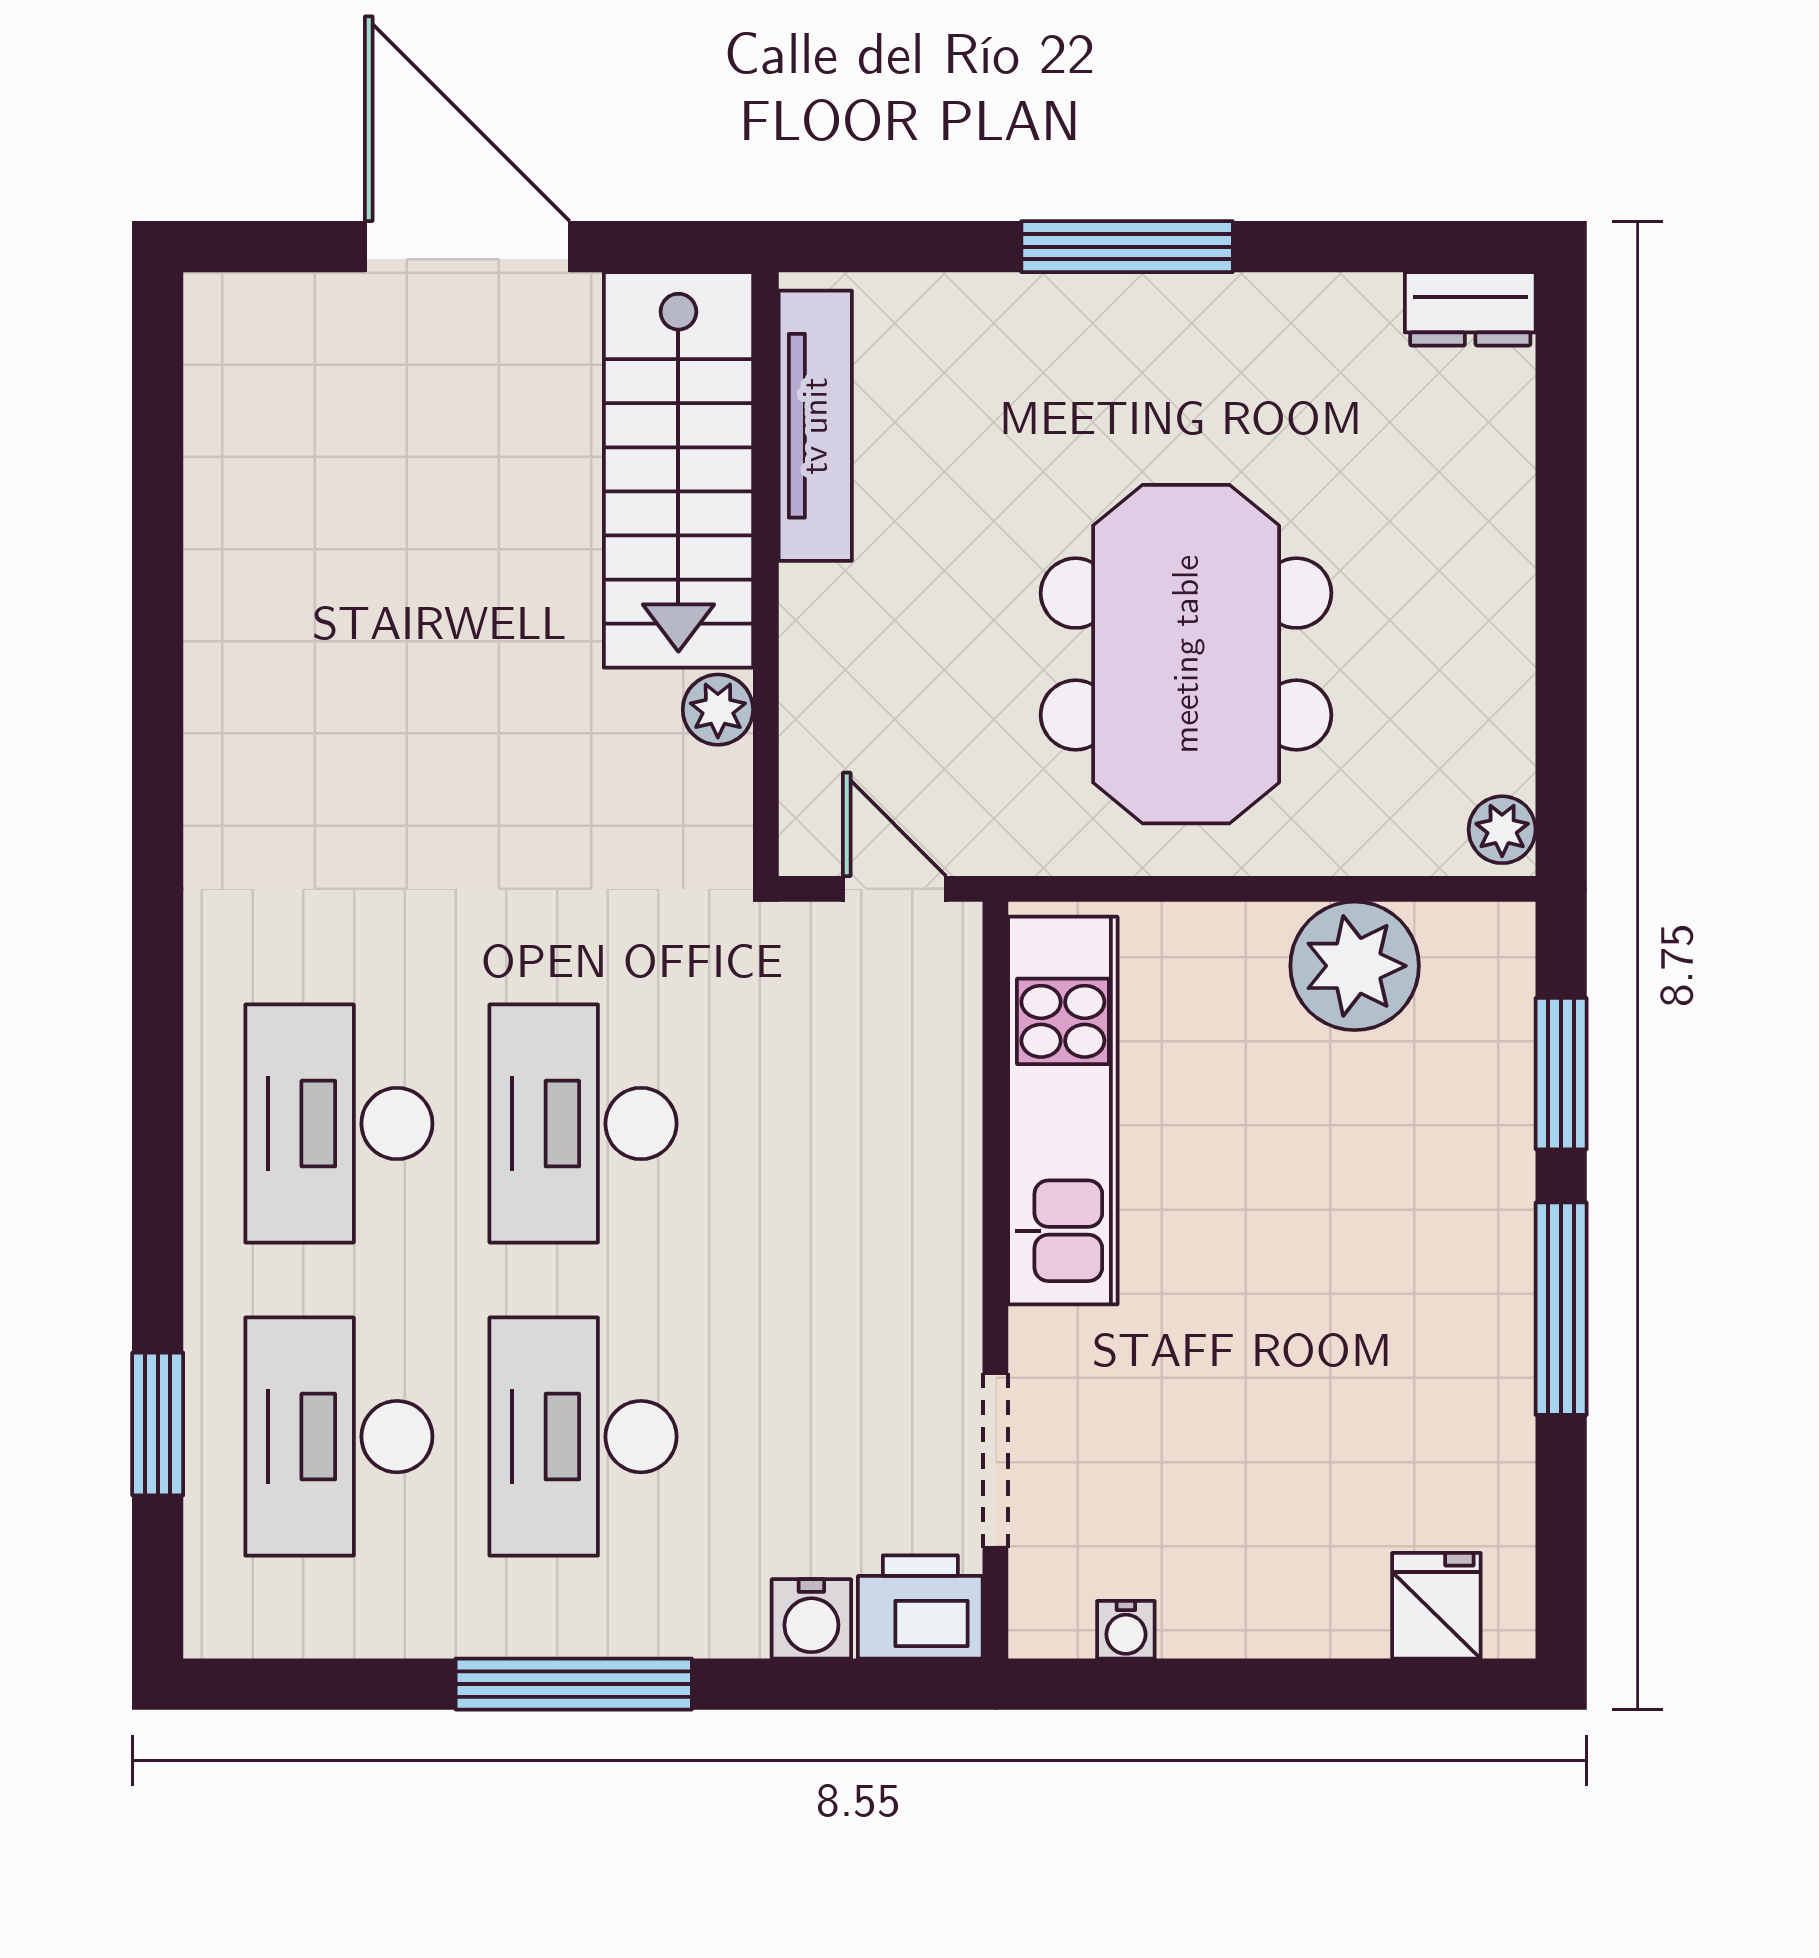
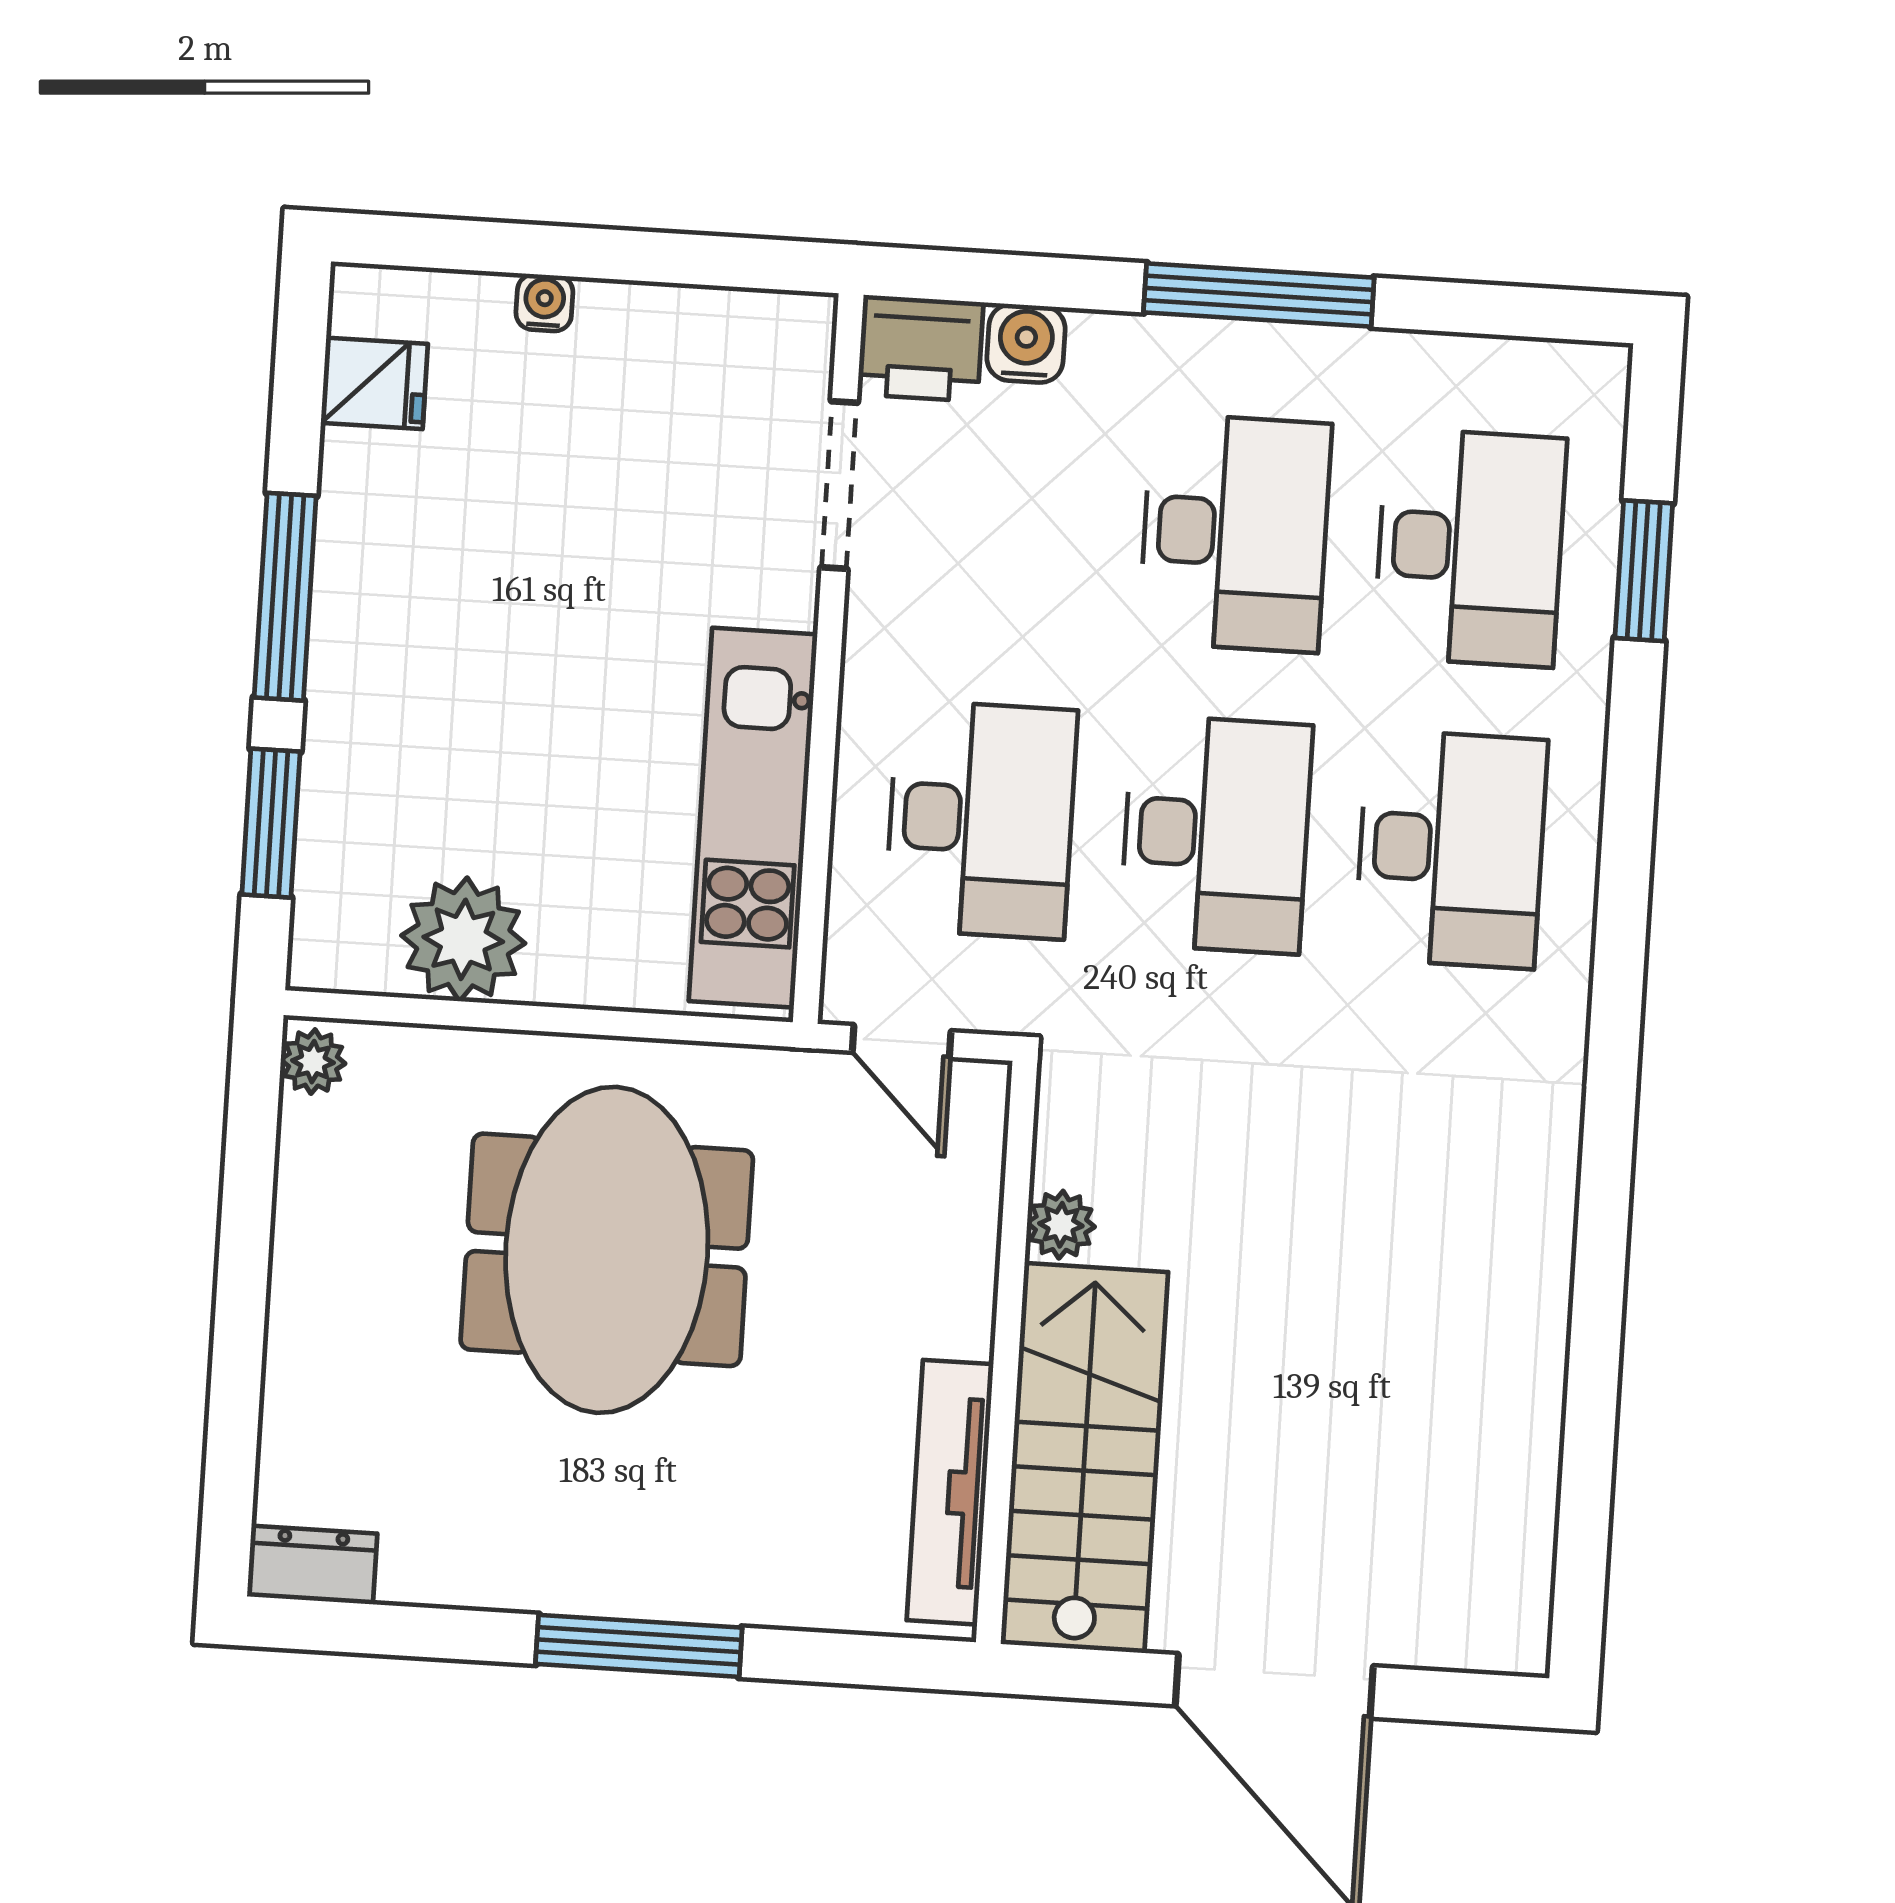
desk: (827, 1124) -> (981, 819), added
fridge: (1436, 1606) -> (374, 383), moved, turned -90
water cooler: (1126, 1630) -> (544, 303), moved

